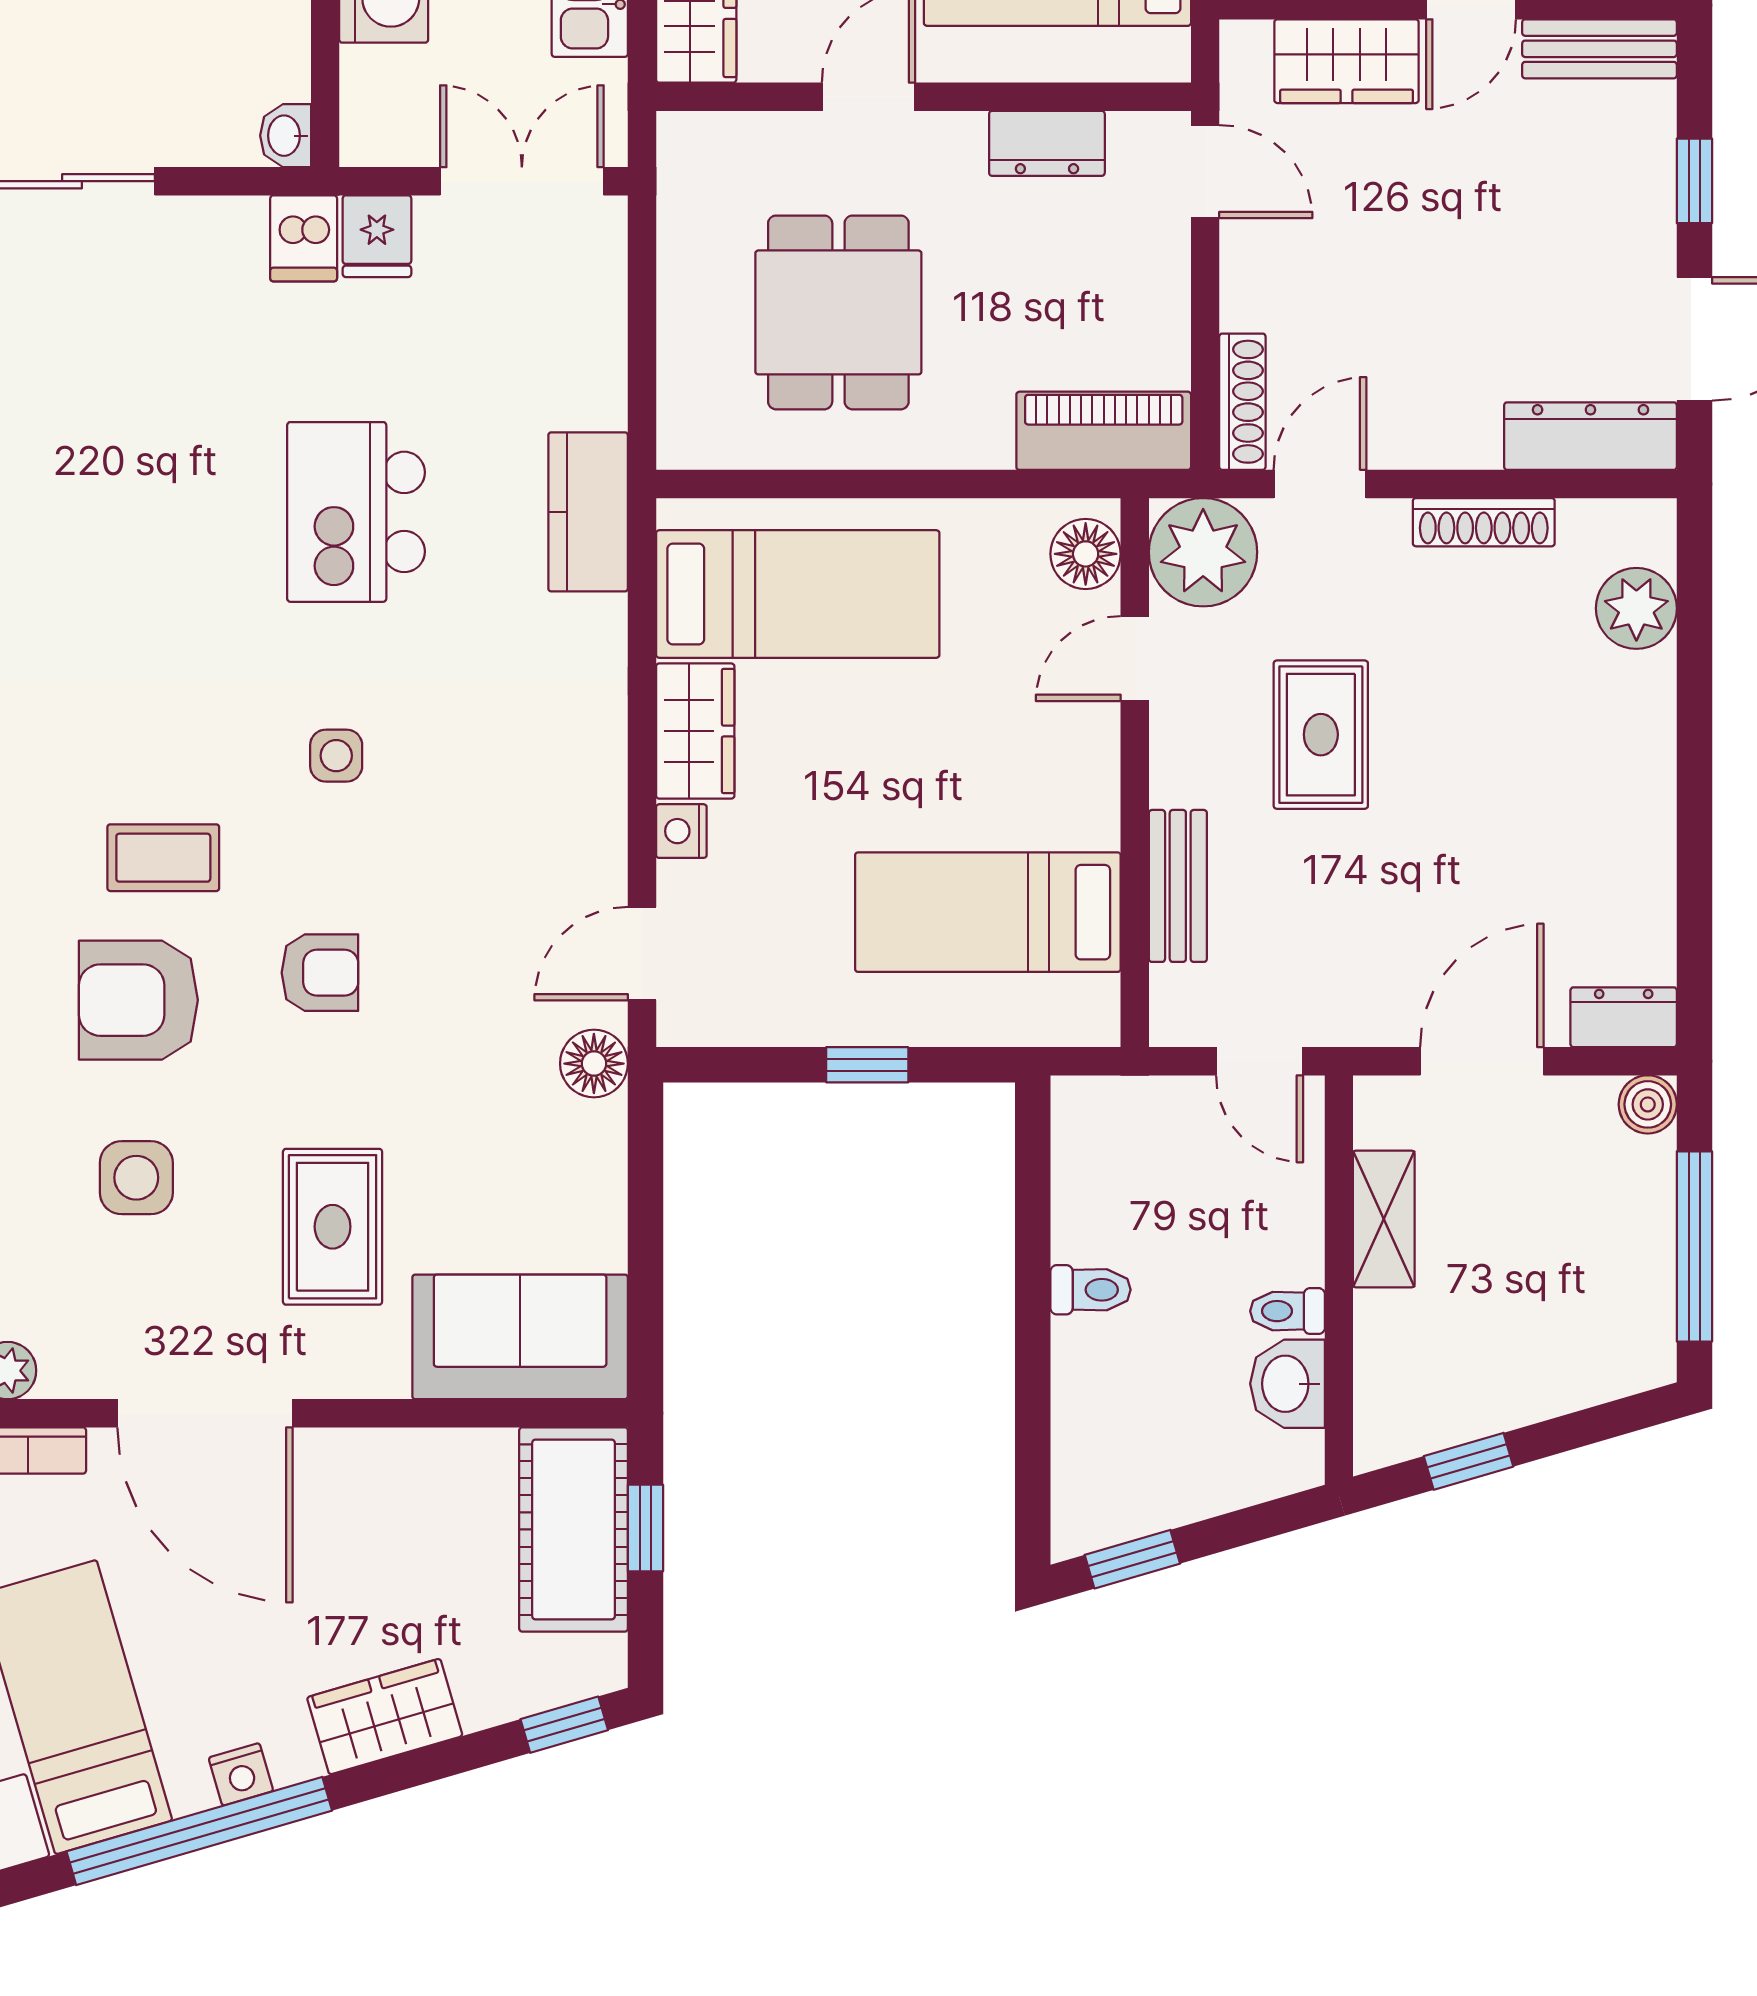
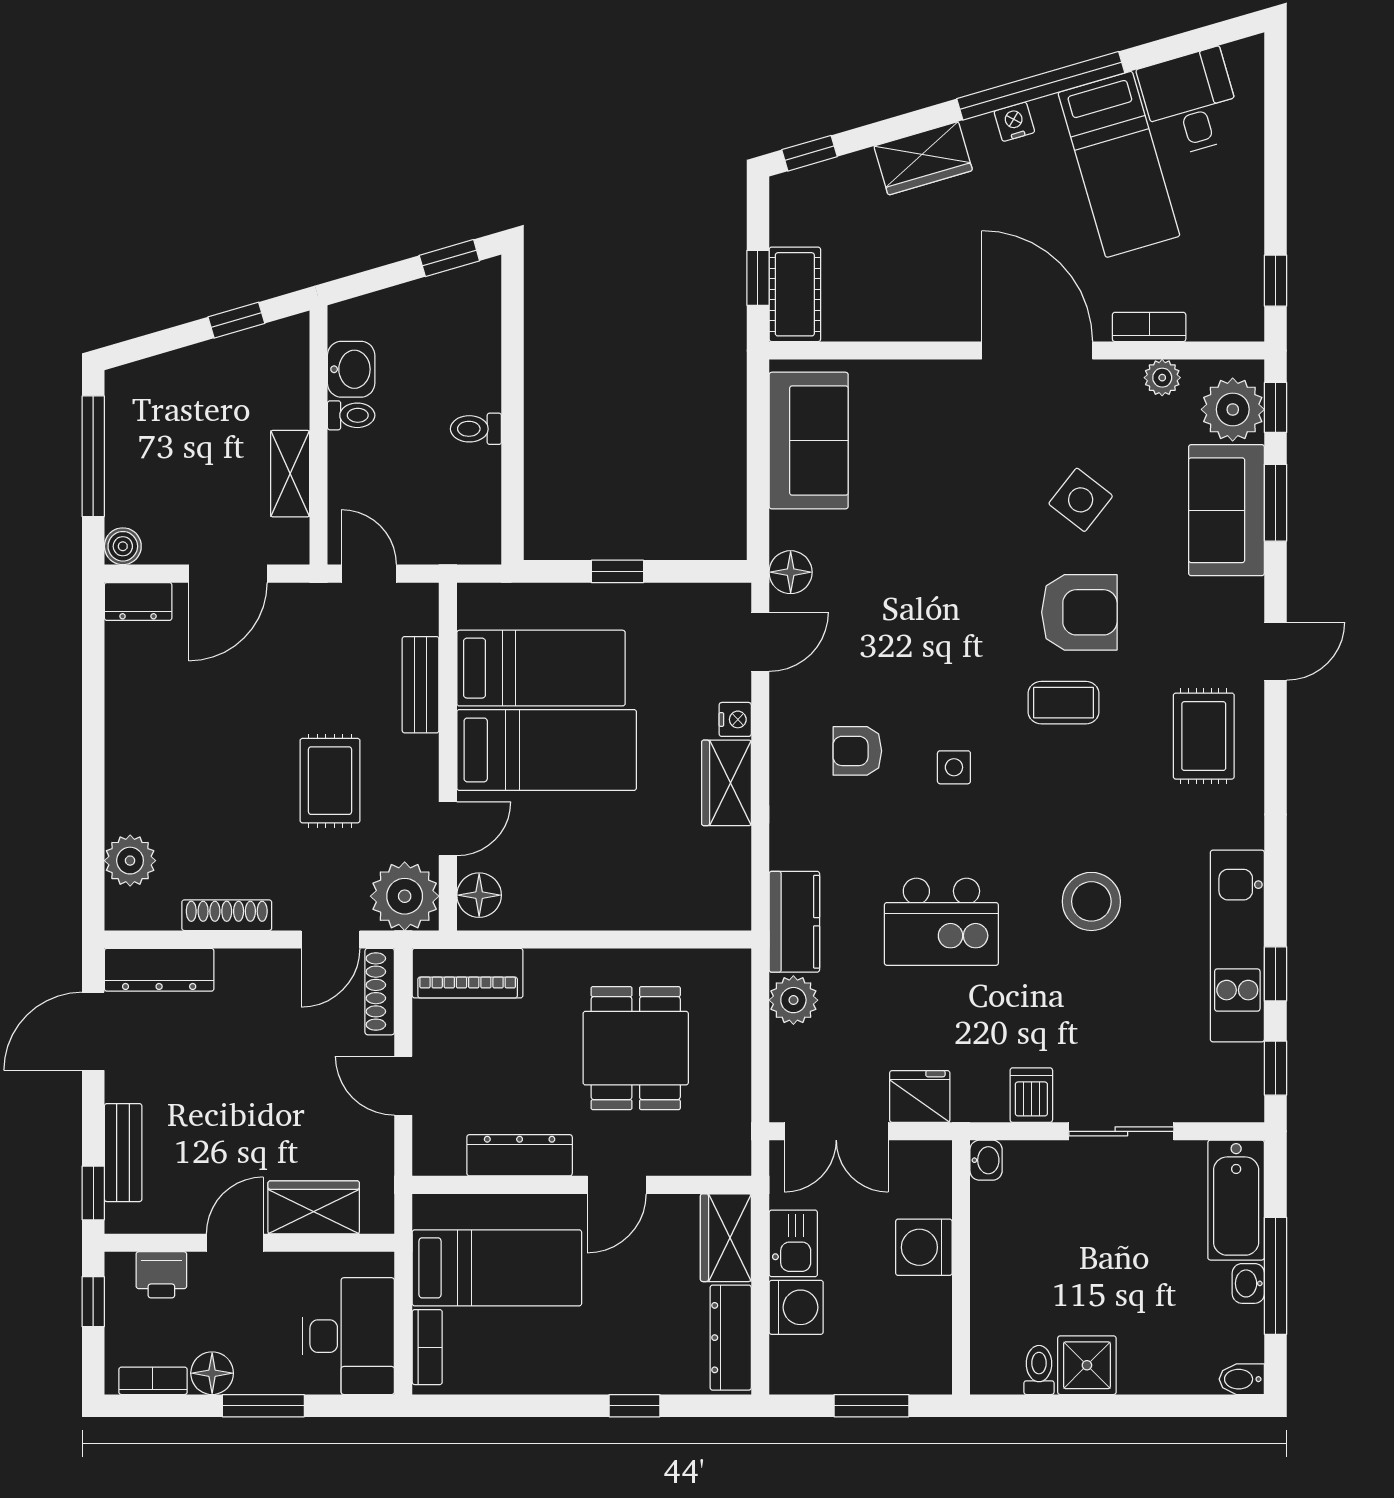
bench: (1599, 49) -> (123, 1153), moved, turned 90
dresser: (1047, 143) -> (520, 1155), width x1.44
door: (1205, 172) -> (403, 1086), moved
window: (1694, 181) -> (93, 1193), moved
fridge: (377, 236) -> (920, 1096), width x1.38
dishwasher: (304, 238) -> (1031, 1095), moved
plant: (589, 388) -> (793, 1000), added
kitchen island: (356, 512) -> (941, 922), turned 90
stool: (119, 544) -> (1091, 901), added
bed: (798, 594) -> (547, 750), moved, turned 180
armchair: (320, 973) -> (857, 751), moved
side table: (136, 1178) -> (1081, 500), turned 38
rug: (333, 1227) -> (956, 469), removed
sofa: (520, 1337) -> (809, 441), moved, turned -90
cot: (574, 1529) -> (795, 294), width x0.73, depth x0.75

